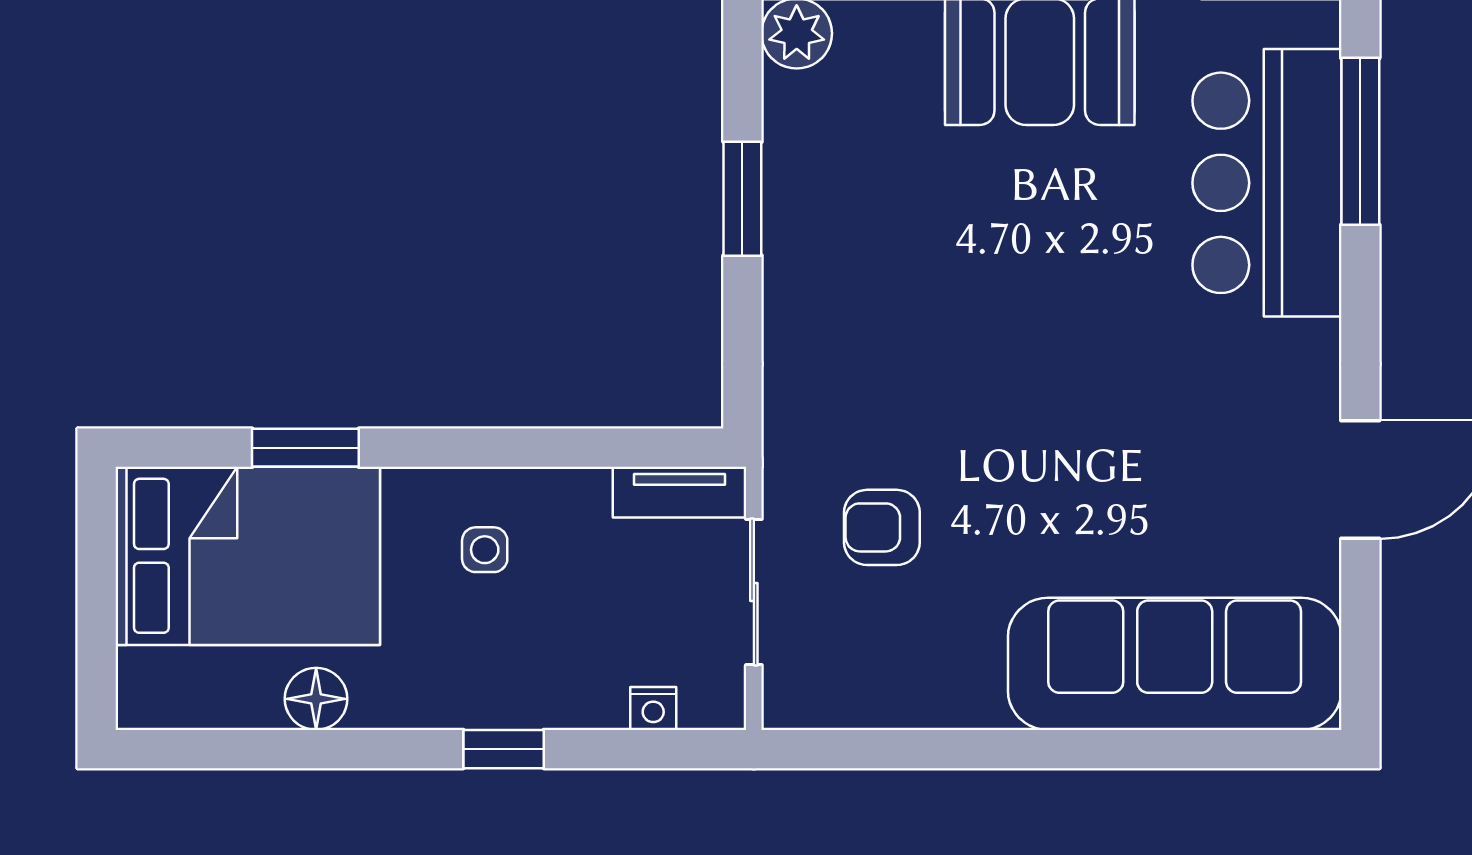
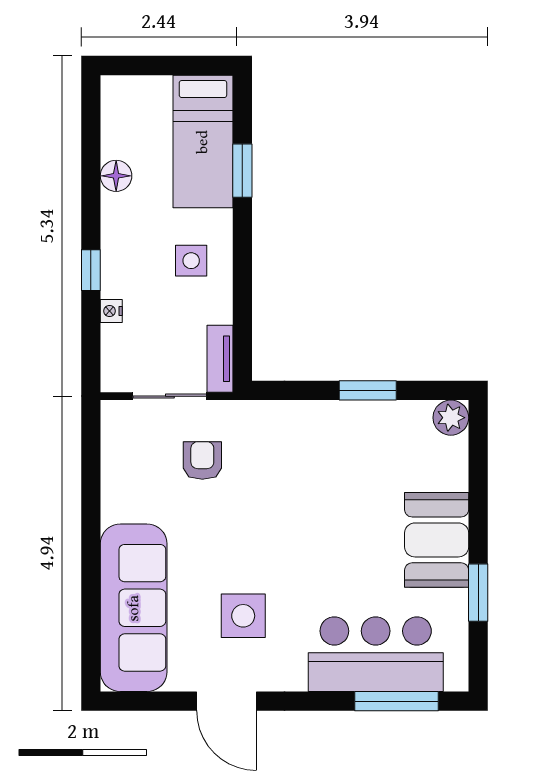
side table: (1191, 446) -> (243, 616), added
side table: (485, 550) -> (191, 261), width x1.37, depth x1.37
bed: (248, 556) -> (203, 142), width x0.67
nightstand: (653, 708) -> (111, 311), moved

